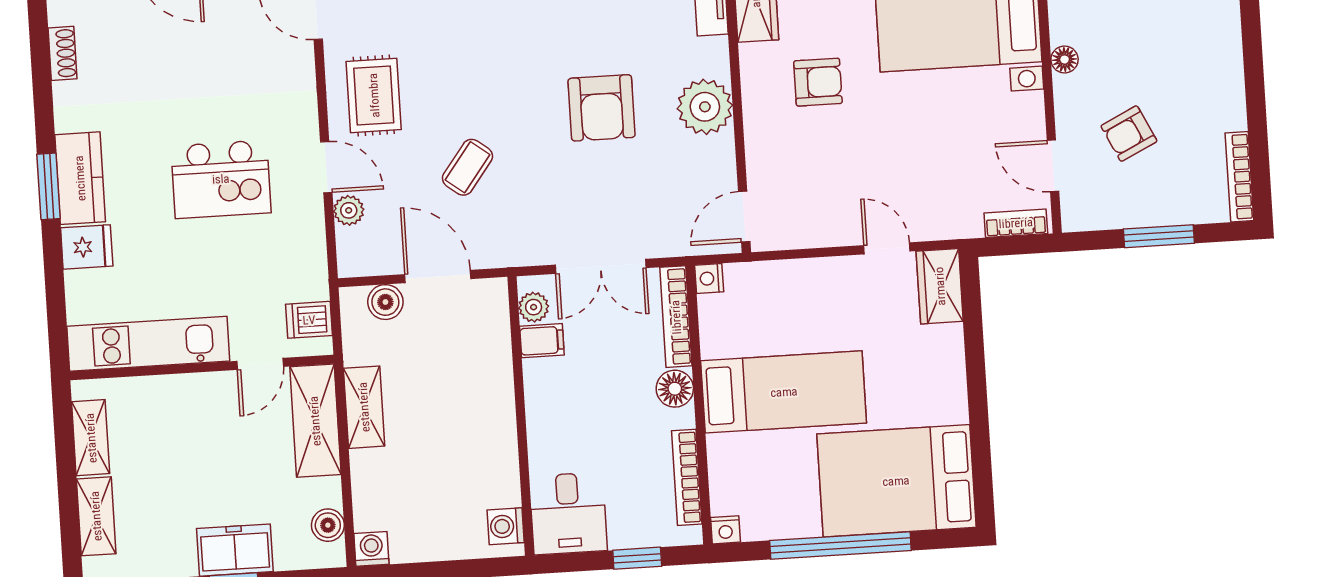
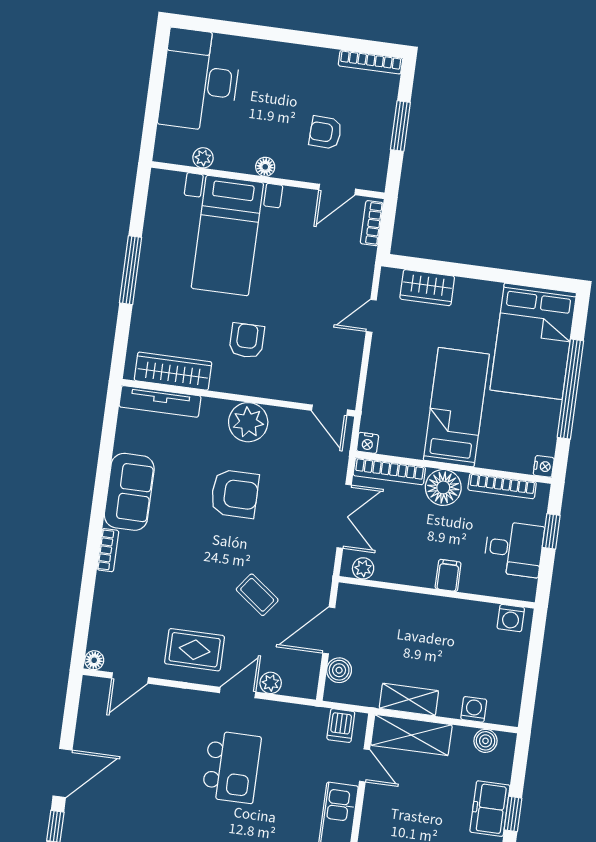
armchair: (1129, 134) -> (325, 133), turned 118
wardrobe: (940, 286) -> (427, 288), moved
filing cabinet: (542, 341) -> (448, 575), moved
floor lamp: (675, 389) -> (443, 487), width x1.38, depth x1.38
desk: (568, 513) -> (514, 549), moved
washing machine: (371, 549) -> (474, 709), moved, turned 90

